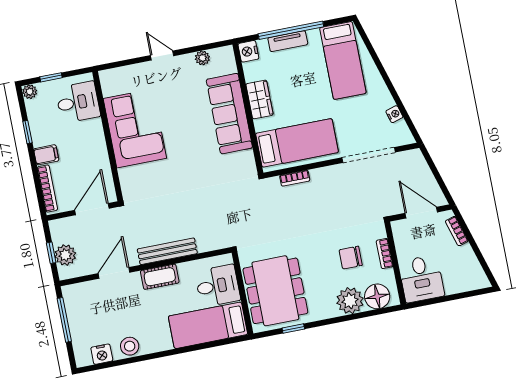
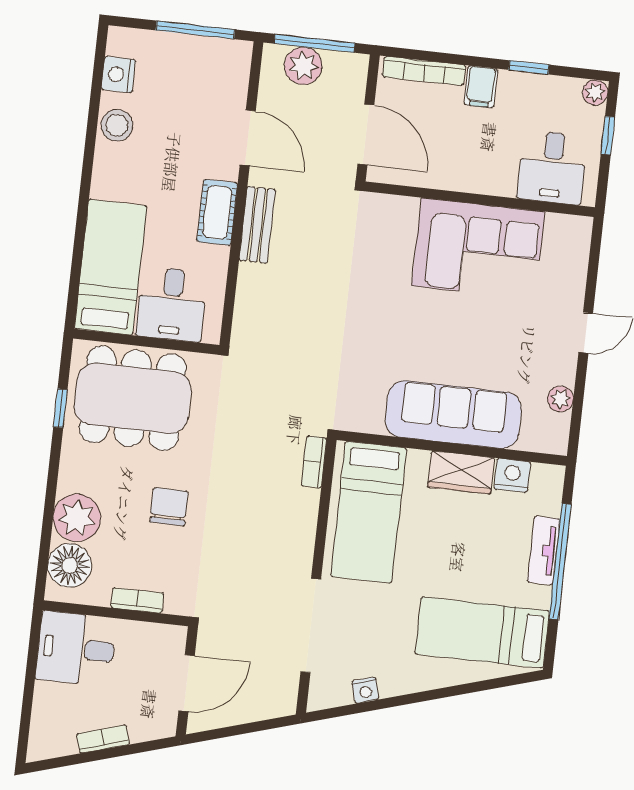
nightstand: (248, 51) -> (512, 475), moved
bookcase: (295, 178) -> (314, 462), moved
bookcase: (457, 231) -> (103, 739), moved
bench: (167, 251) -> (257, 225), width x0.73
window: (51, 253) -> (314, 43), width x2.17
chair: (351, 258) -> (169, 507), moved

